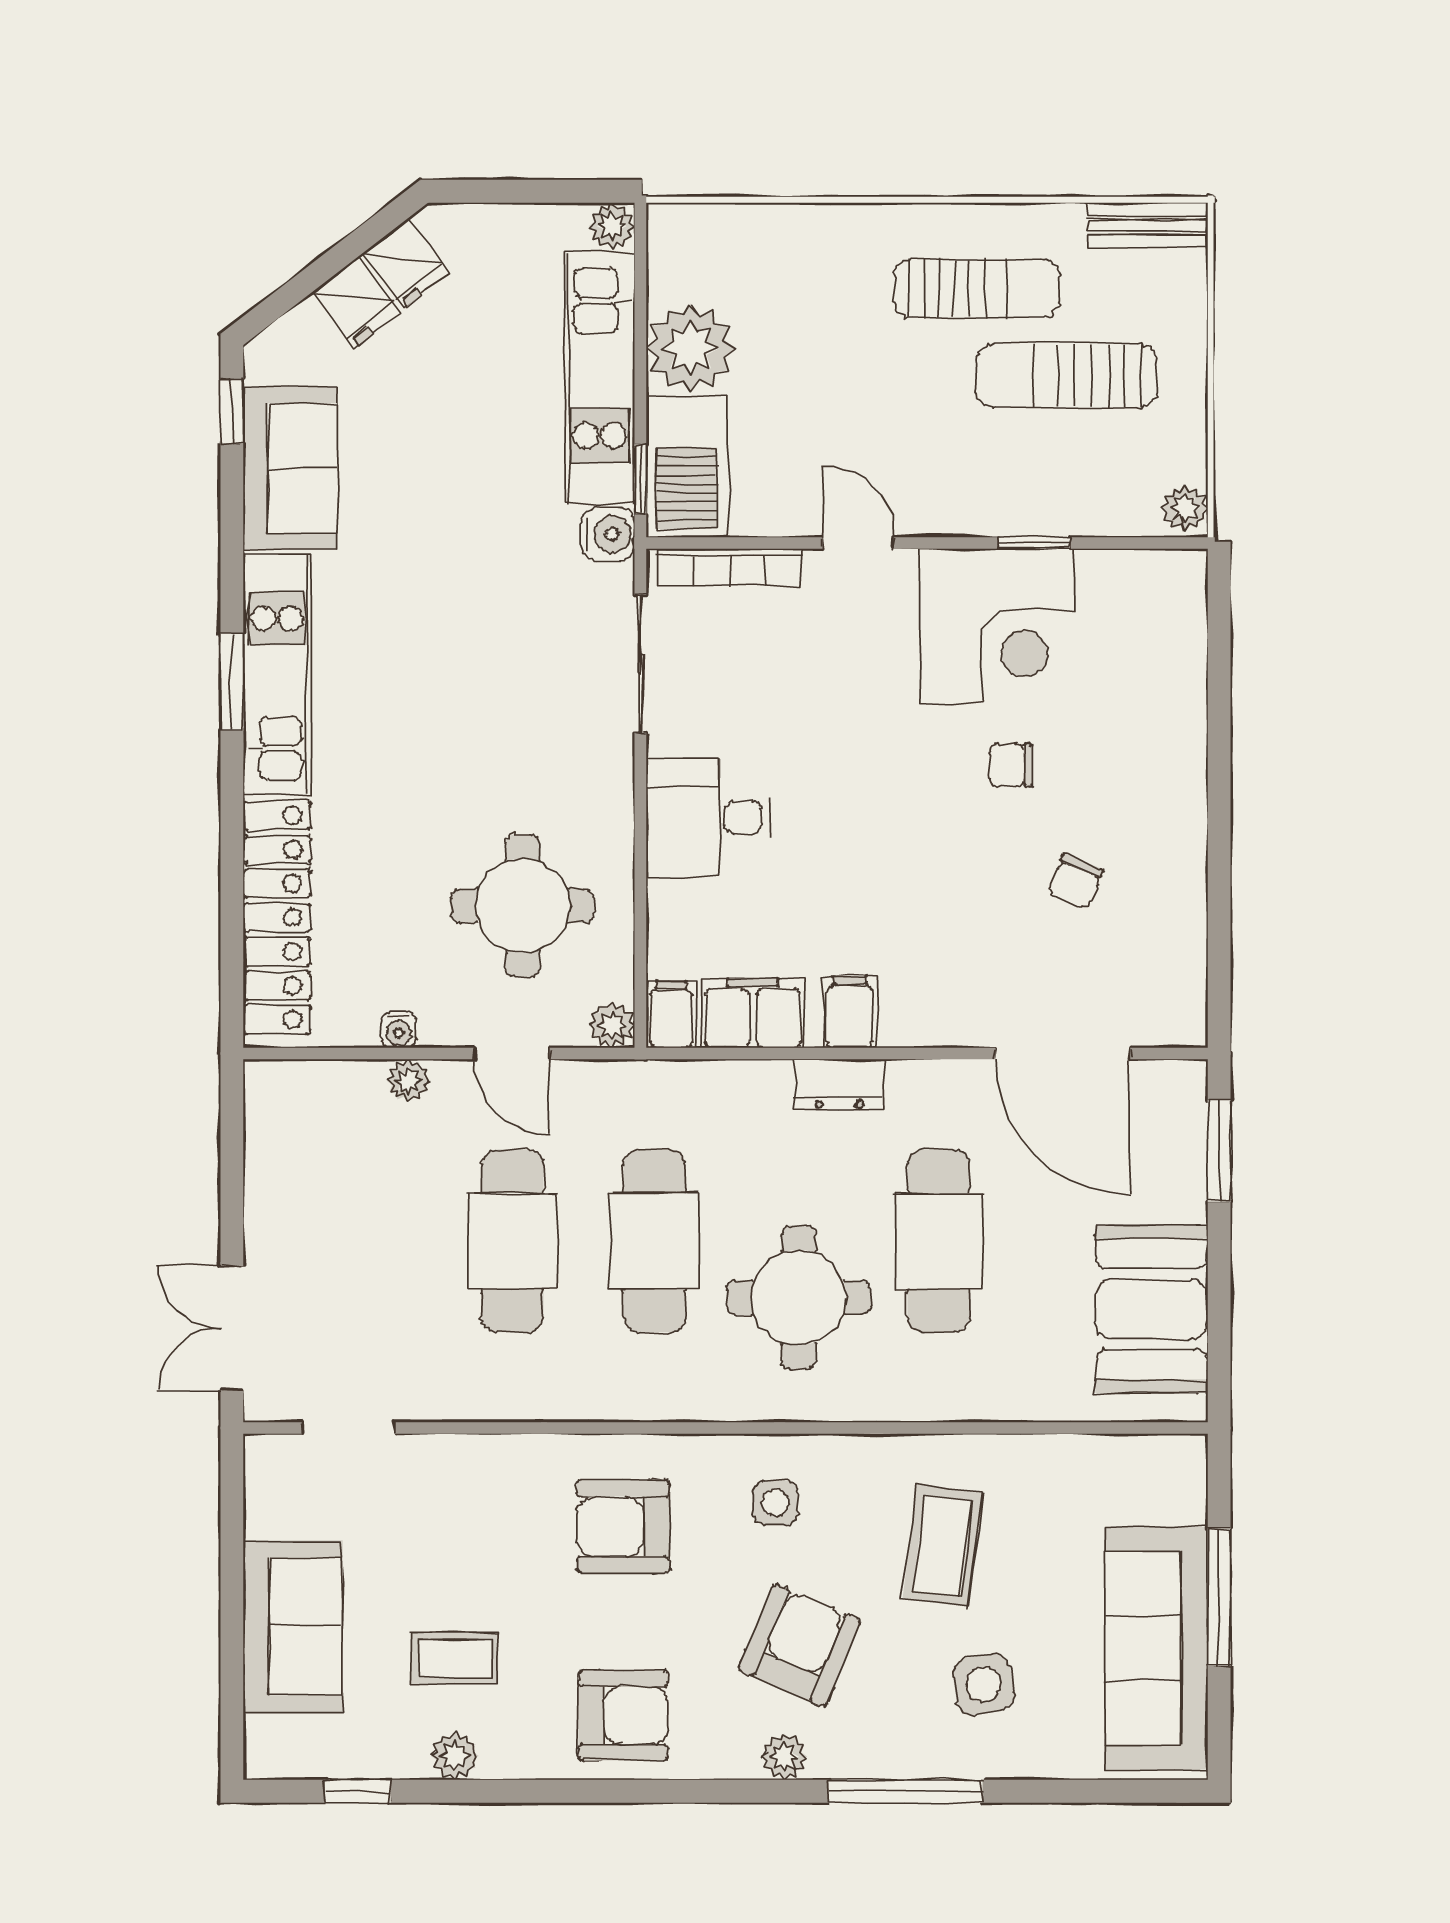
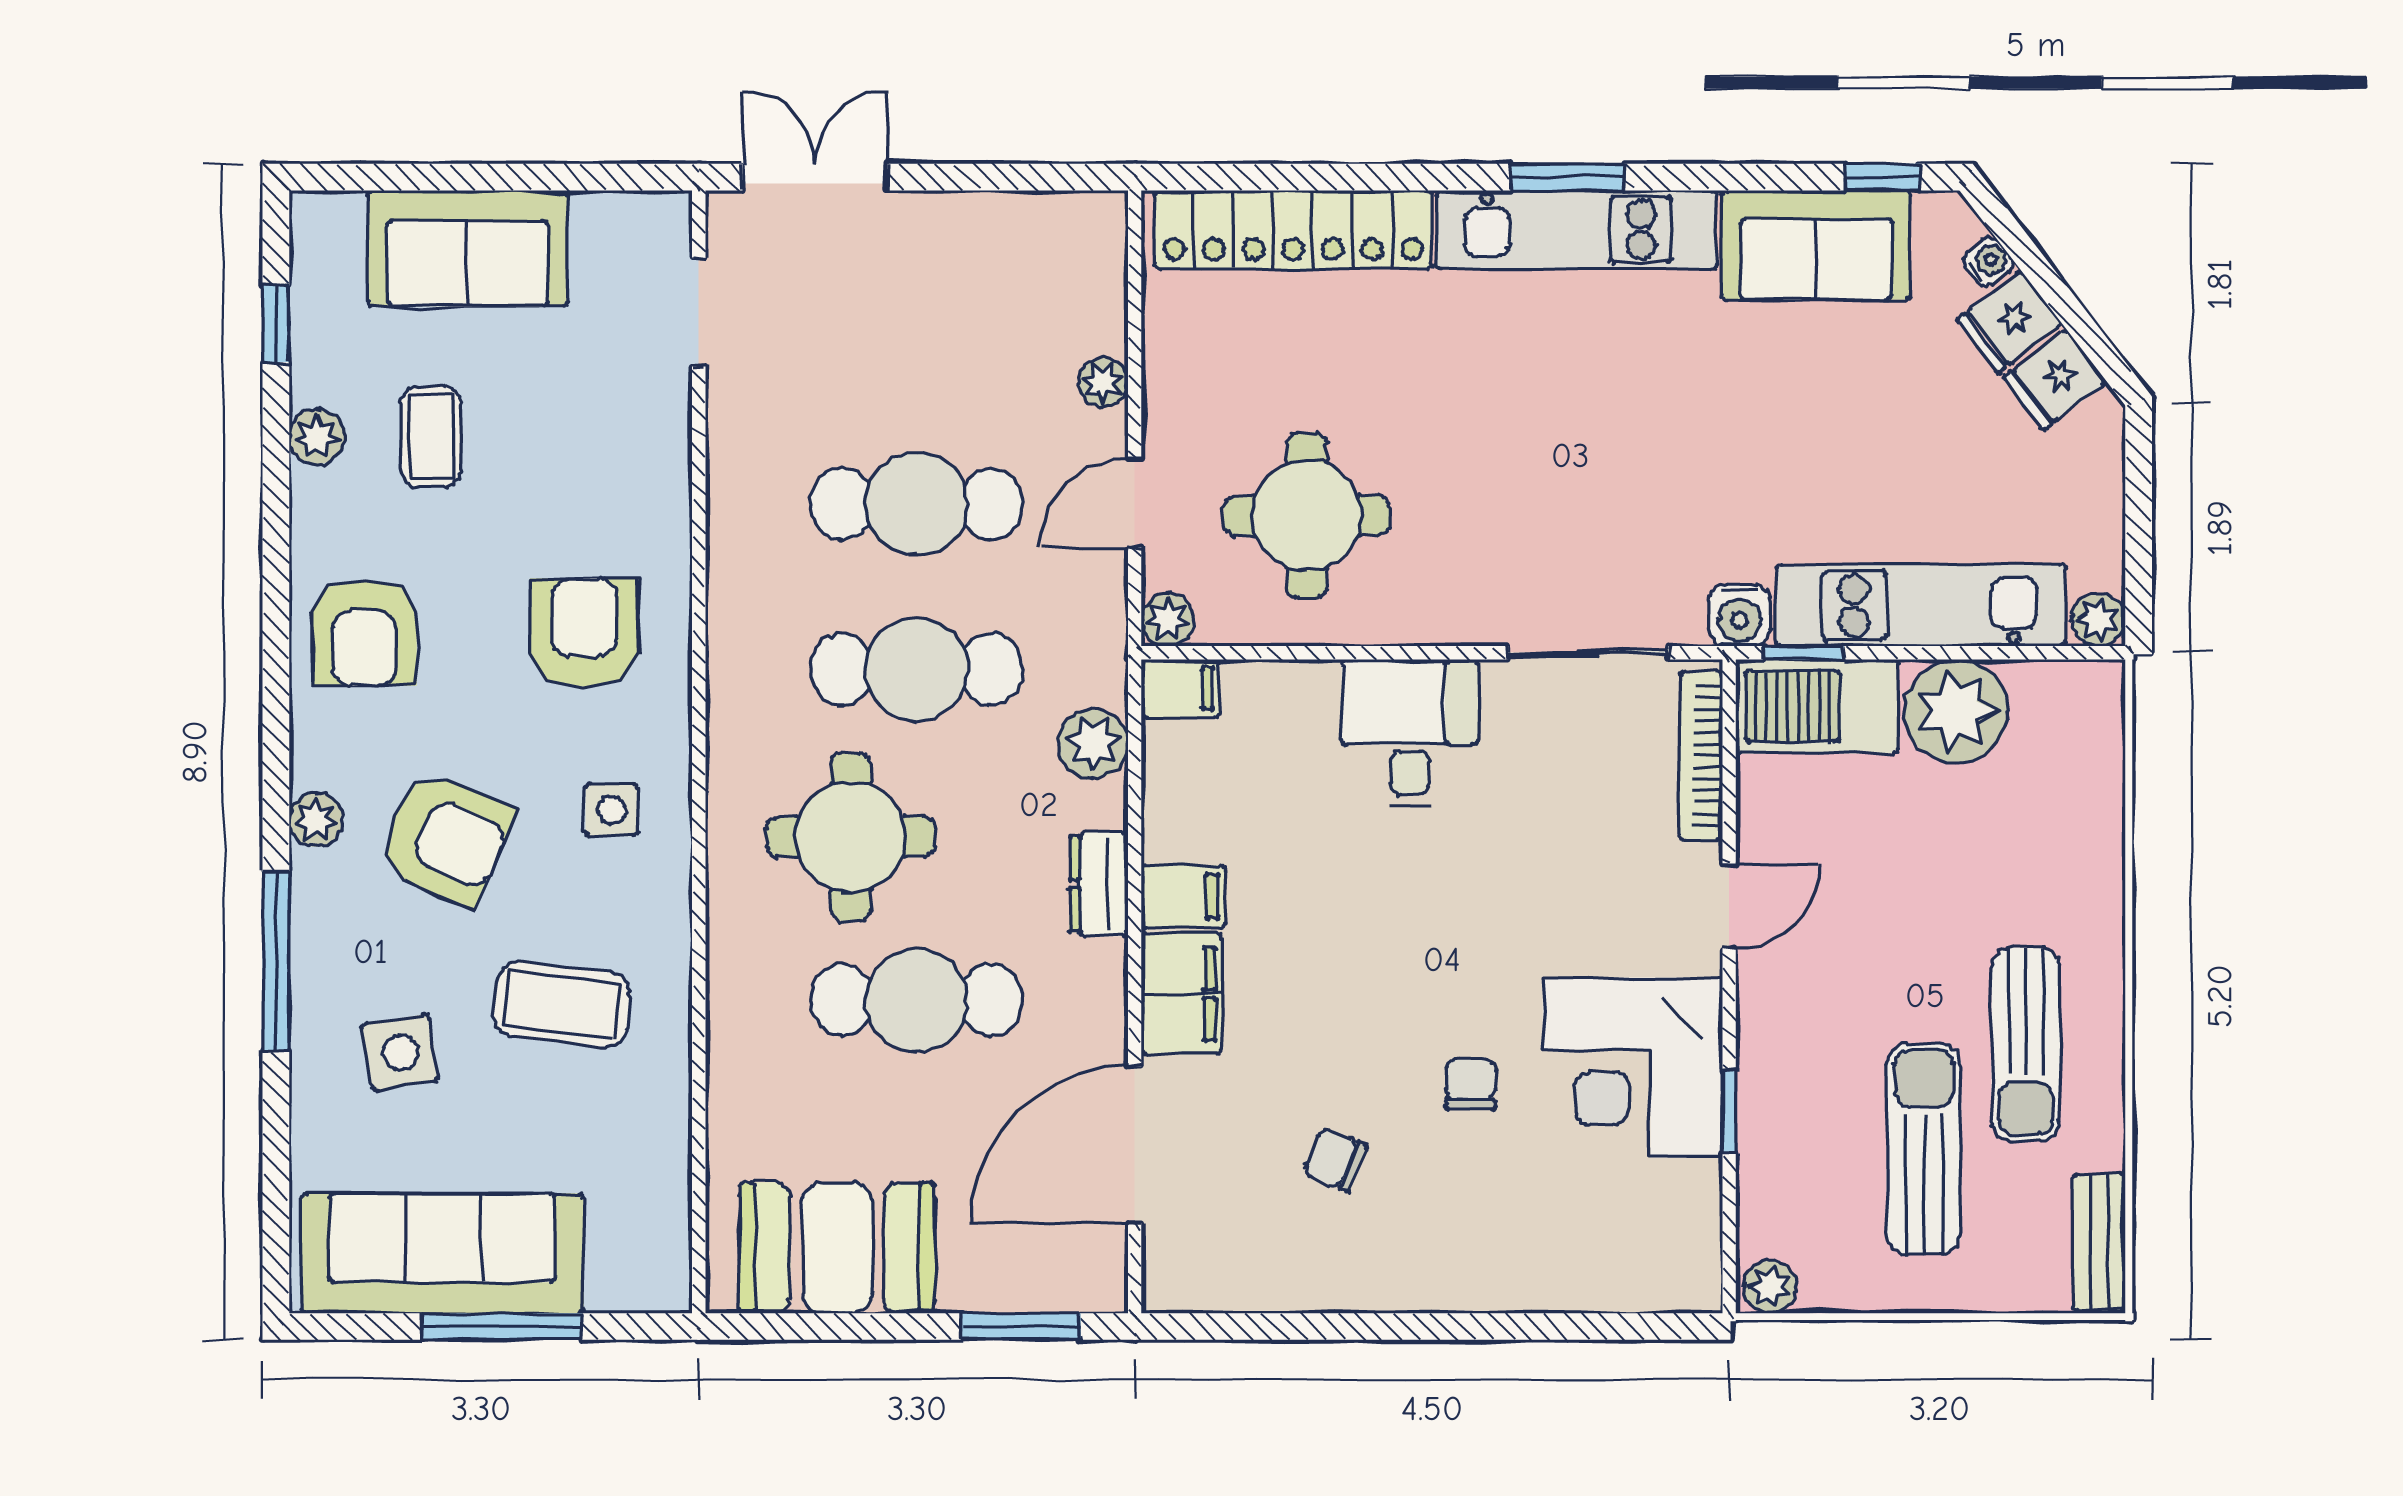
filing cabinet: (753, 1013) -> (1182, 994), moved
water cooler: (398, 1030) -> (1988, 262), moved, turned 142
plant: (718, 1089) -> (1093, 744), added

